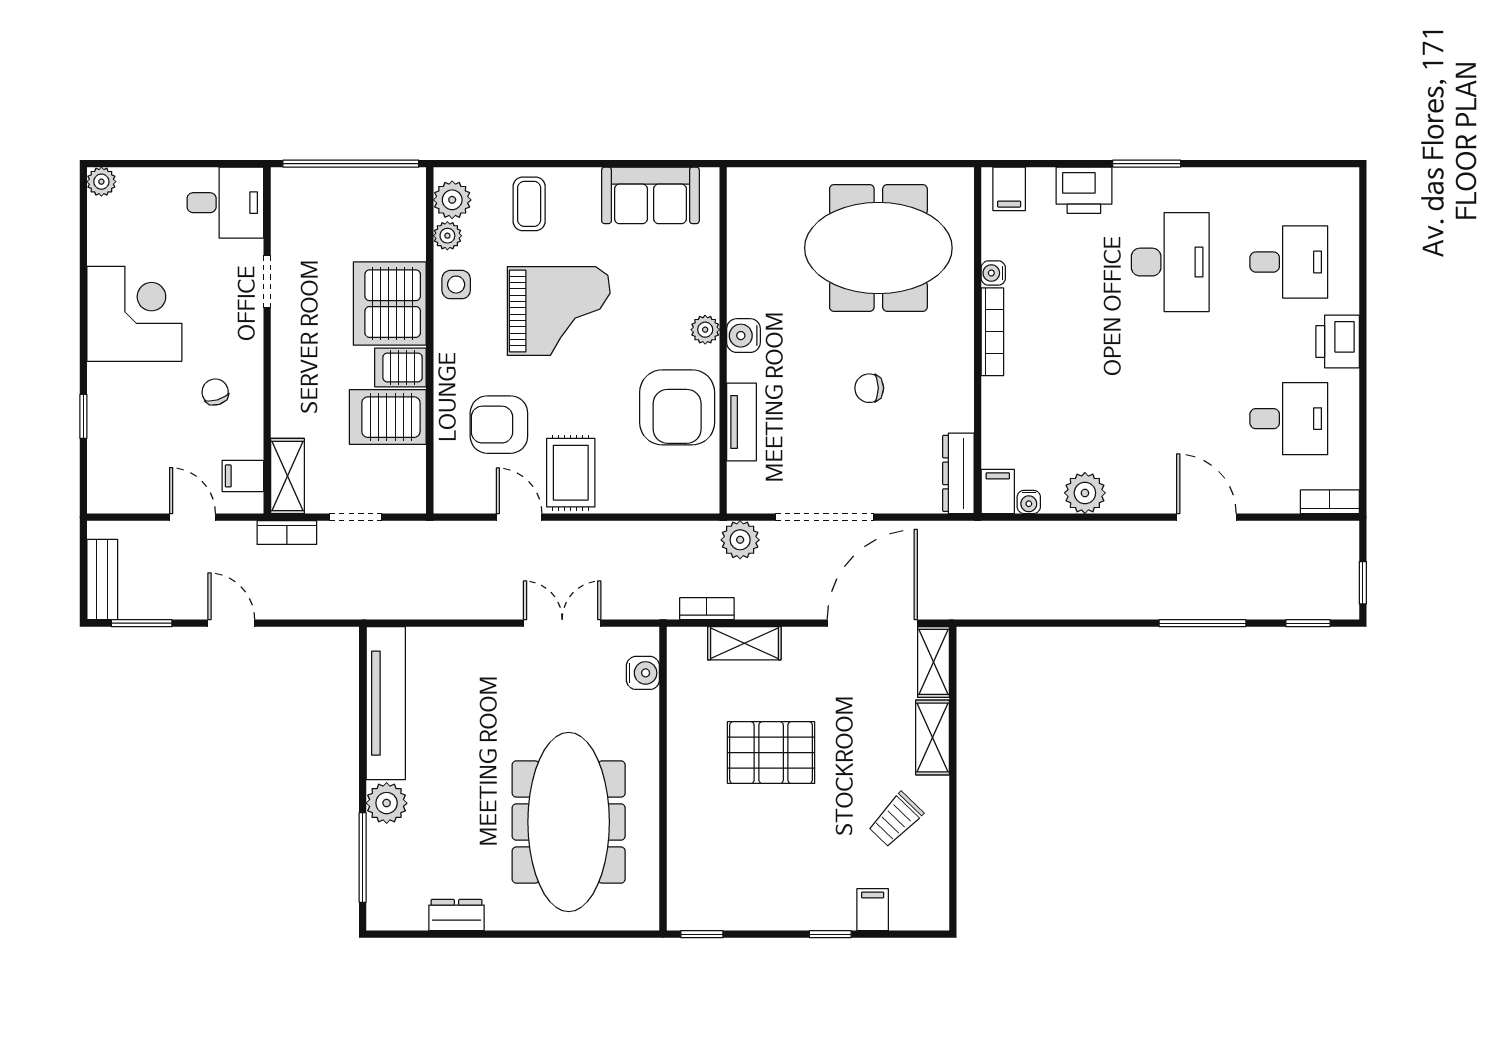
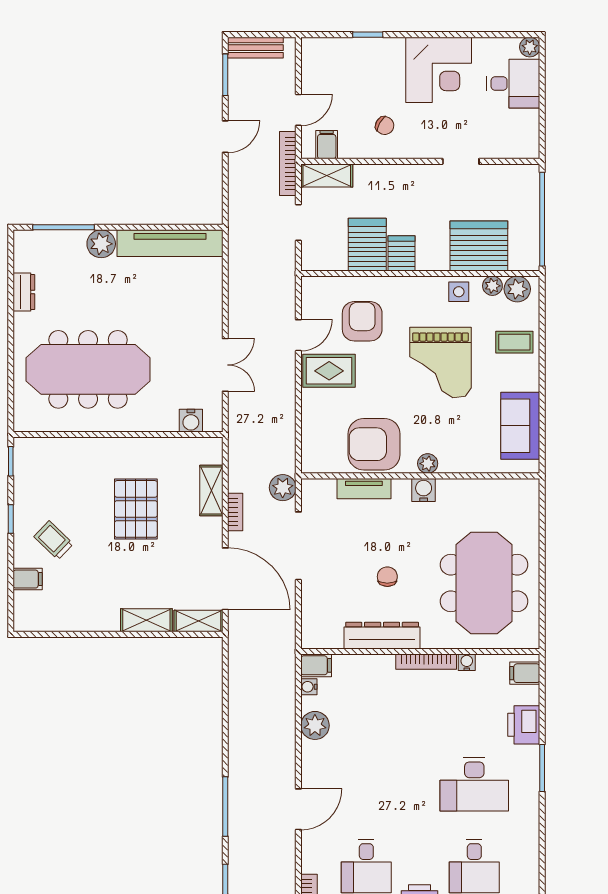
desk: (225, 203) -> (513, 84), moved, turned -90
server rack: (390, 304) -> (479, 246), moved
chair: (215, 392) -> (385, 126), turned 46
dresser: (958, 473) -> (382, 636), moved, width x1.37, depth x1.24
bookcase: (287, 533) -> (288, 163), width x1.56
bookcase: (707, 609) -> (235, 512), moved
trolley: (896, 820) -> (54, 540), moved
window: (830, 934) -> (11, 519), moved

